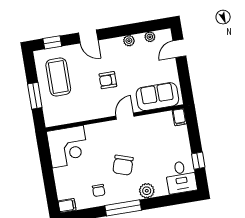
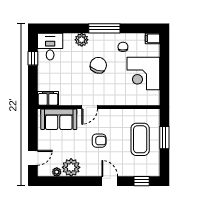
plant: (129, 41) -> (71, 167), width x1.87, depth x1.87
coffee table: (58, 77) -> (140, 139), moved
filing cabinet: (179, 117) -> (48, 98), width x2.00
corner desk: (68, 147) -> (143, 73), moved, turned -90

